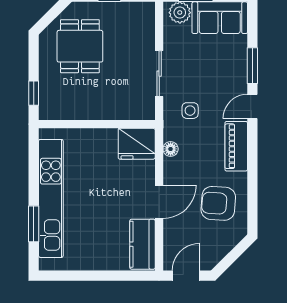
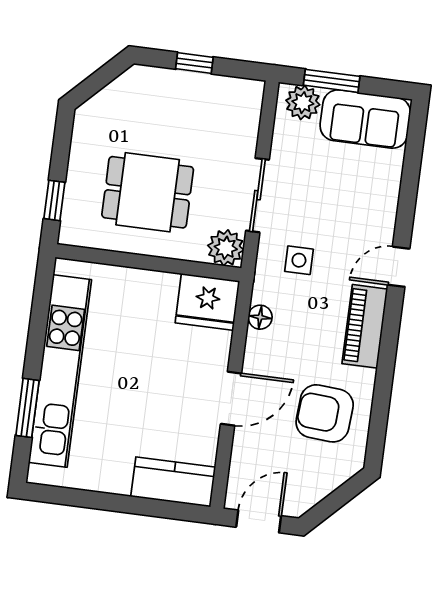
dining table: (80, 46) -> (148, 192), moved, turned 90
window: (252, 66) -> (407, 202), removed
plant: (144, 109) -> (226, 248), added
kitchen counter: (142, 244) -> (173, 482), moved, turned 90

